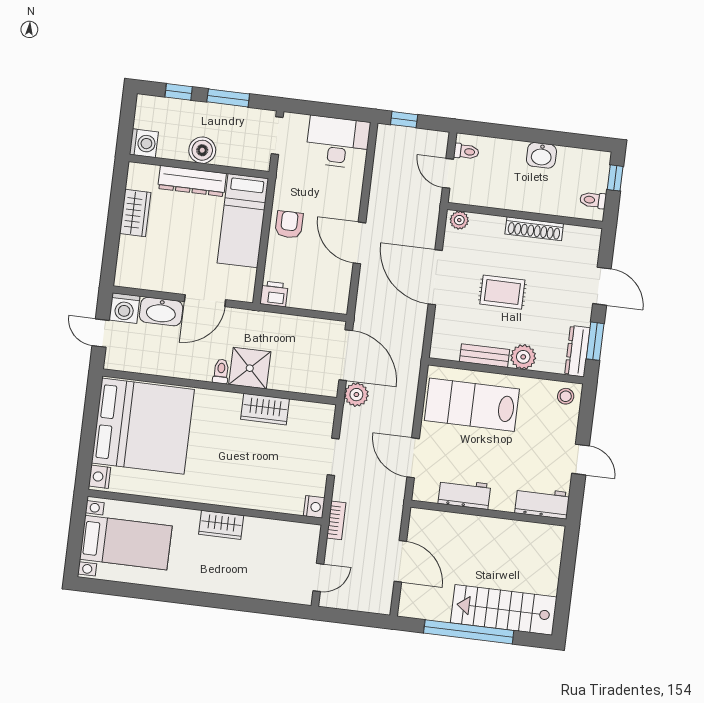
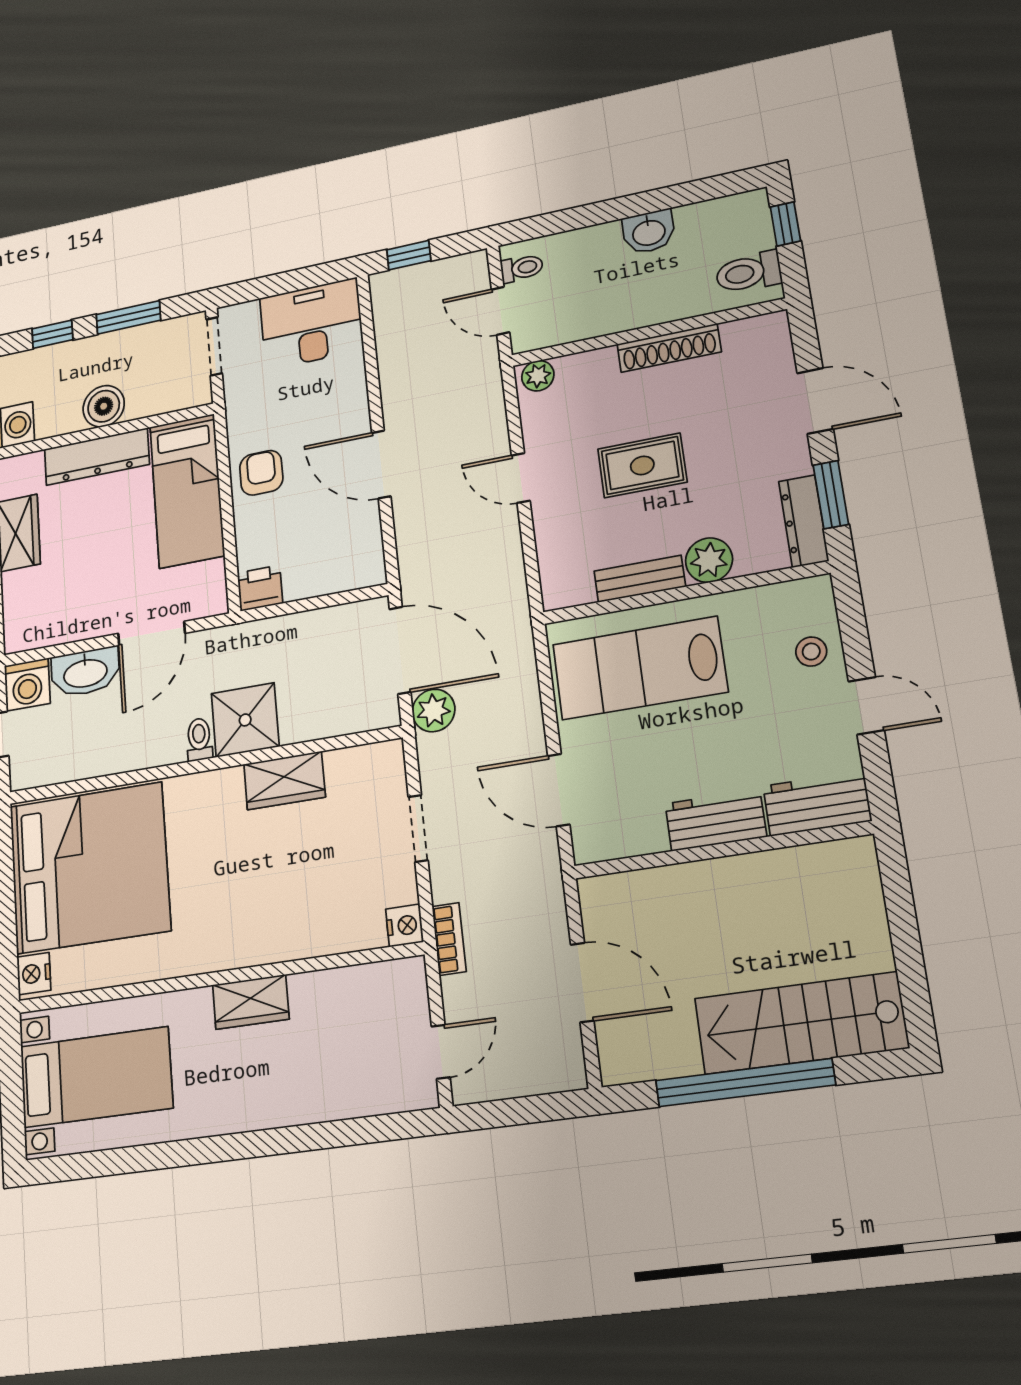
toilet: (593, 200) -> (749, 272), width x1.37, depth x1.39
door: (435, 277) -> (521, 478), width x0.53
stool: (566, 396) -> (811, 652), moved
workbench: (464, 494) -> (716, 820), moved

